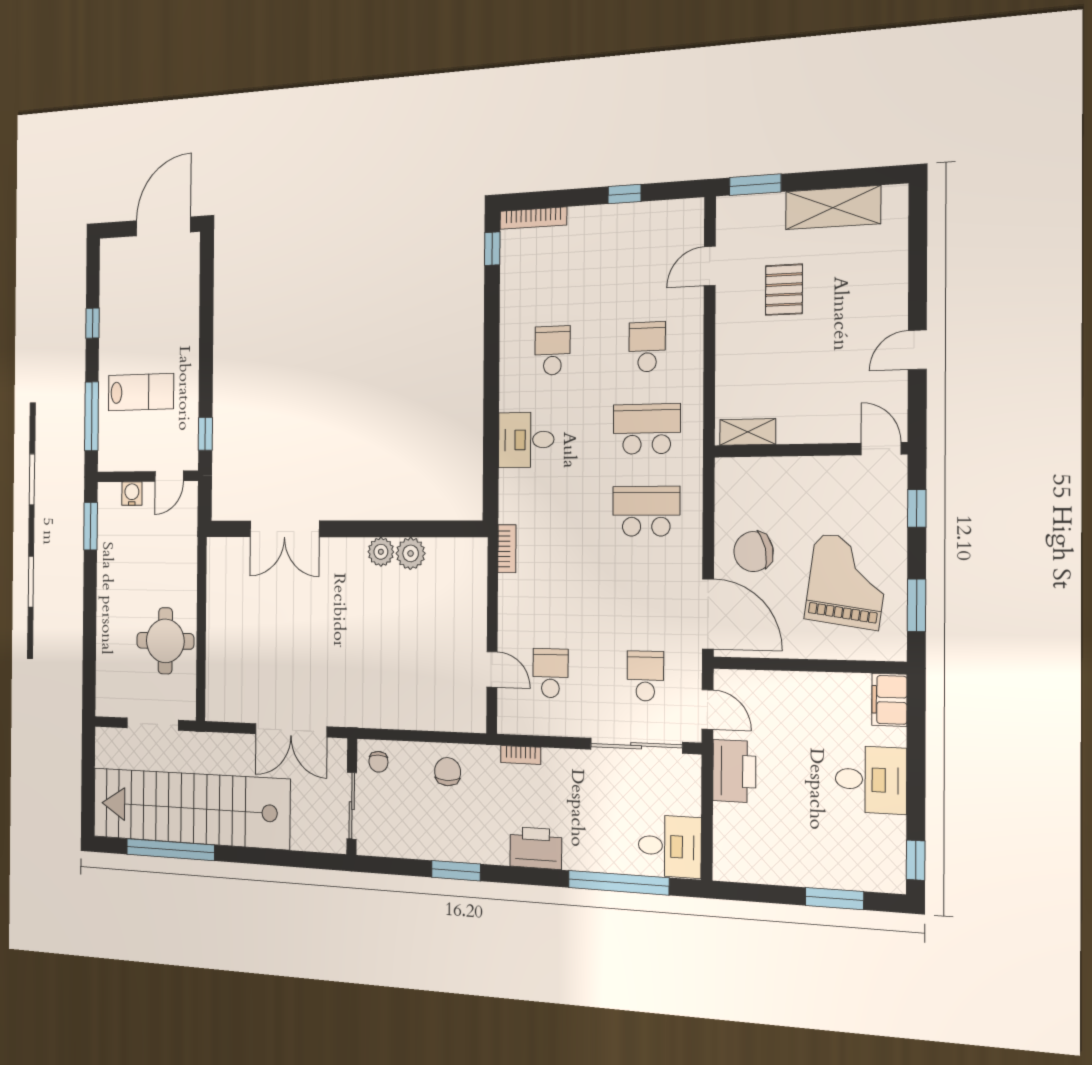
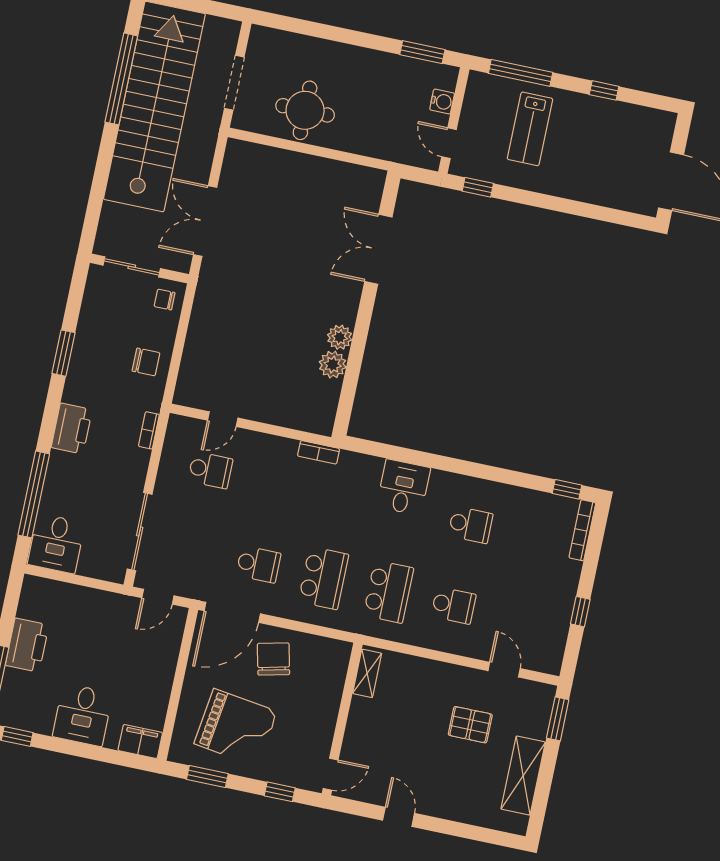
school desk: (645, 676) -> (258, 564), moved
printer: (734, 771) -> (27, 645), moved, turned -90

